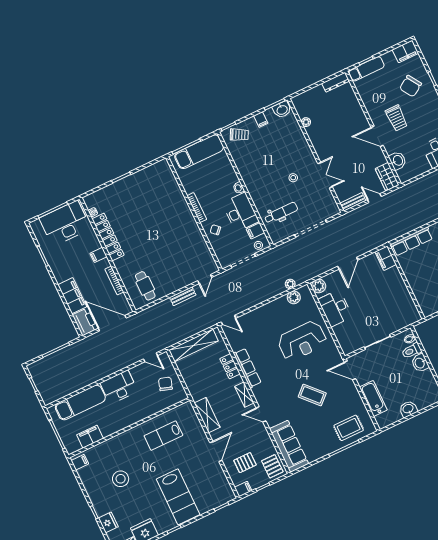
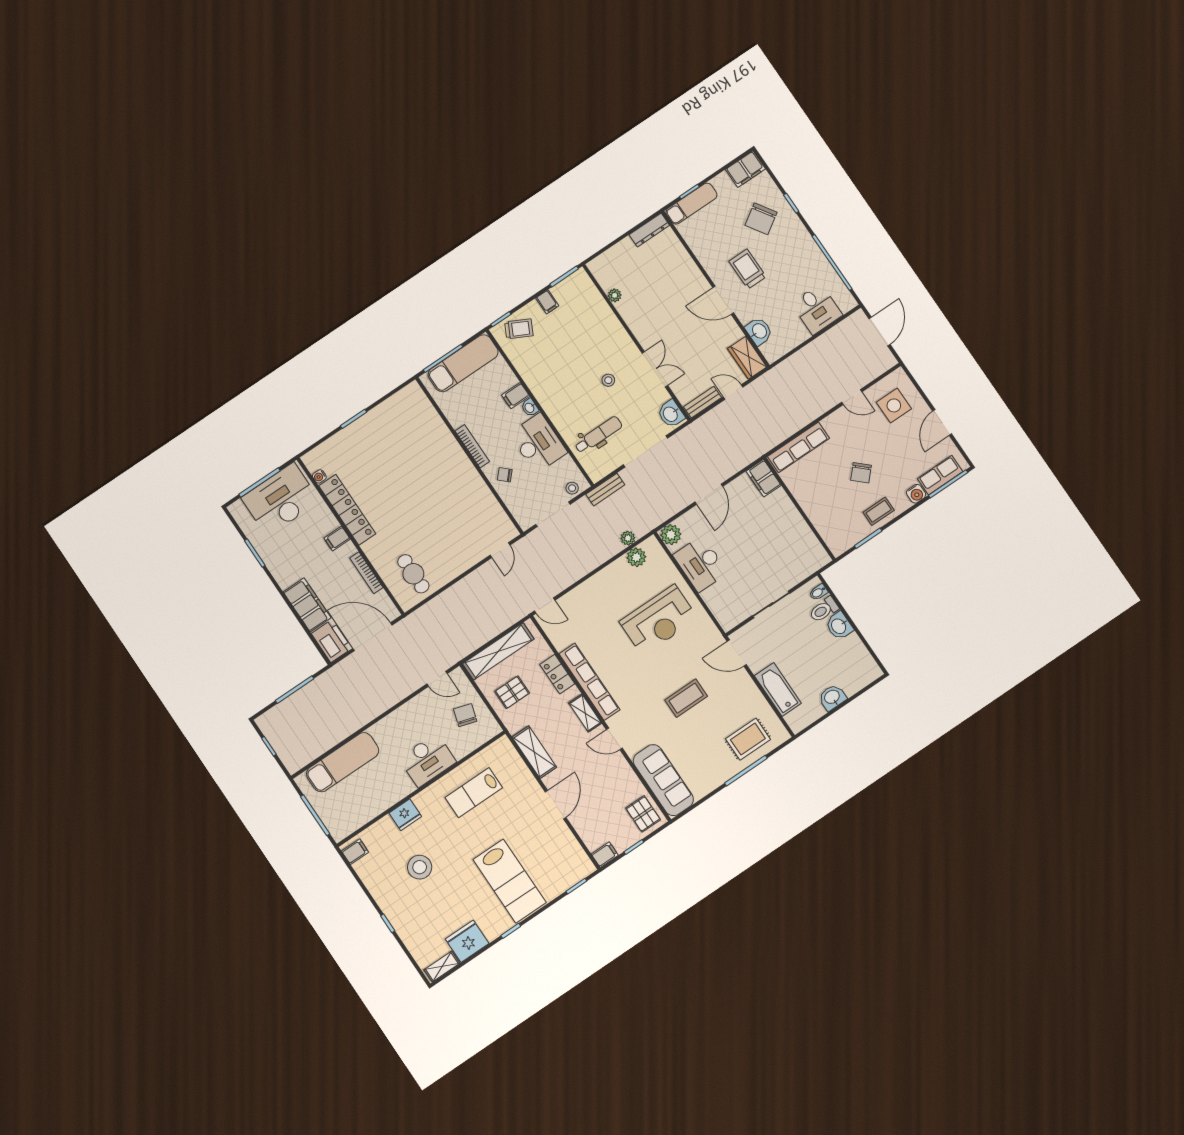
washbasin: (282, 110) -> (671, 414), moved, turned 90
trolley: (396, 118) -> (747, 269), turned 180
filing cabinet: (255, 231) -> (516, 396), moved
bench: (183, 296) -> (605, 490), moved
row of seats: (247, 368) -> (589, 682), width x1.36
desk: (119, 387) -> (427, 760), moved, turned 180
coffee table: (312, 395) -> (686, 698), turned -47
filing cabinet: (90, 437) -> (365, 811), removed
pallet: (245, 463) -> (512, 692), moved
fridge: (108, 522) -> (405, 815), moved, turned 90

